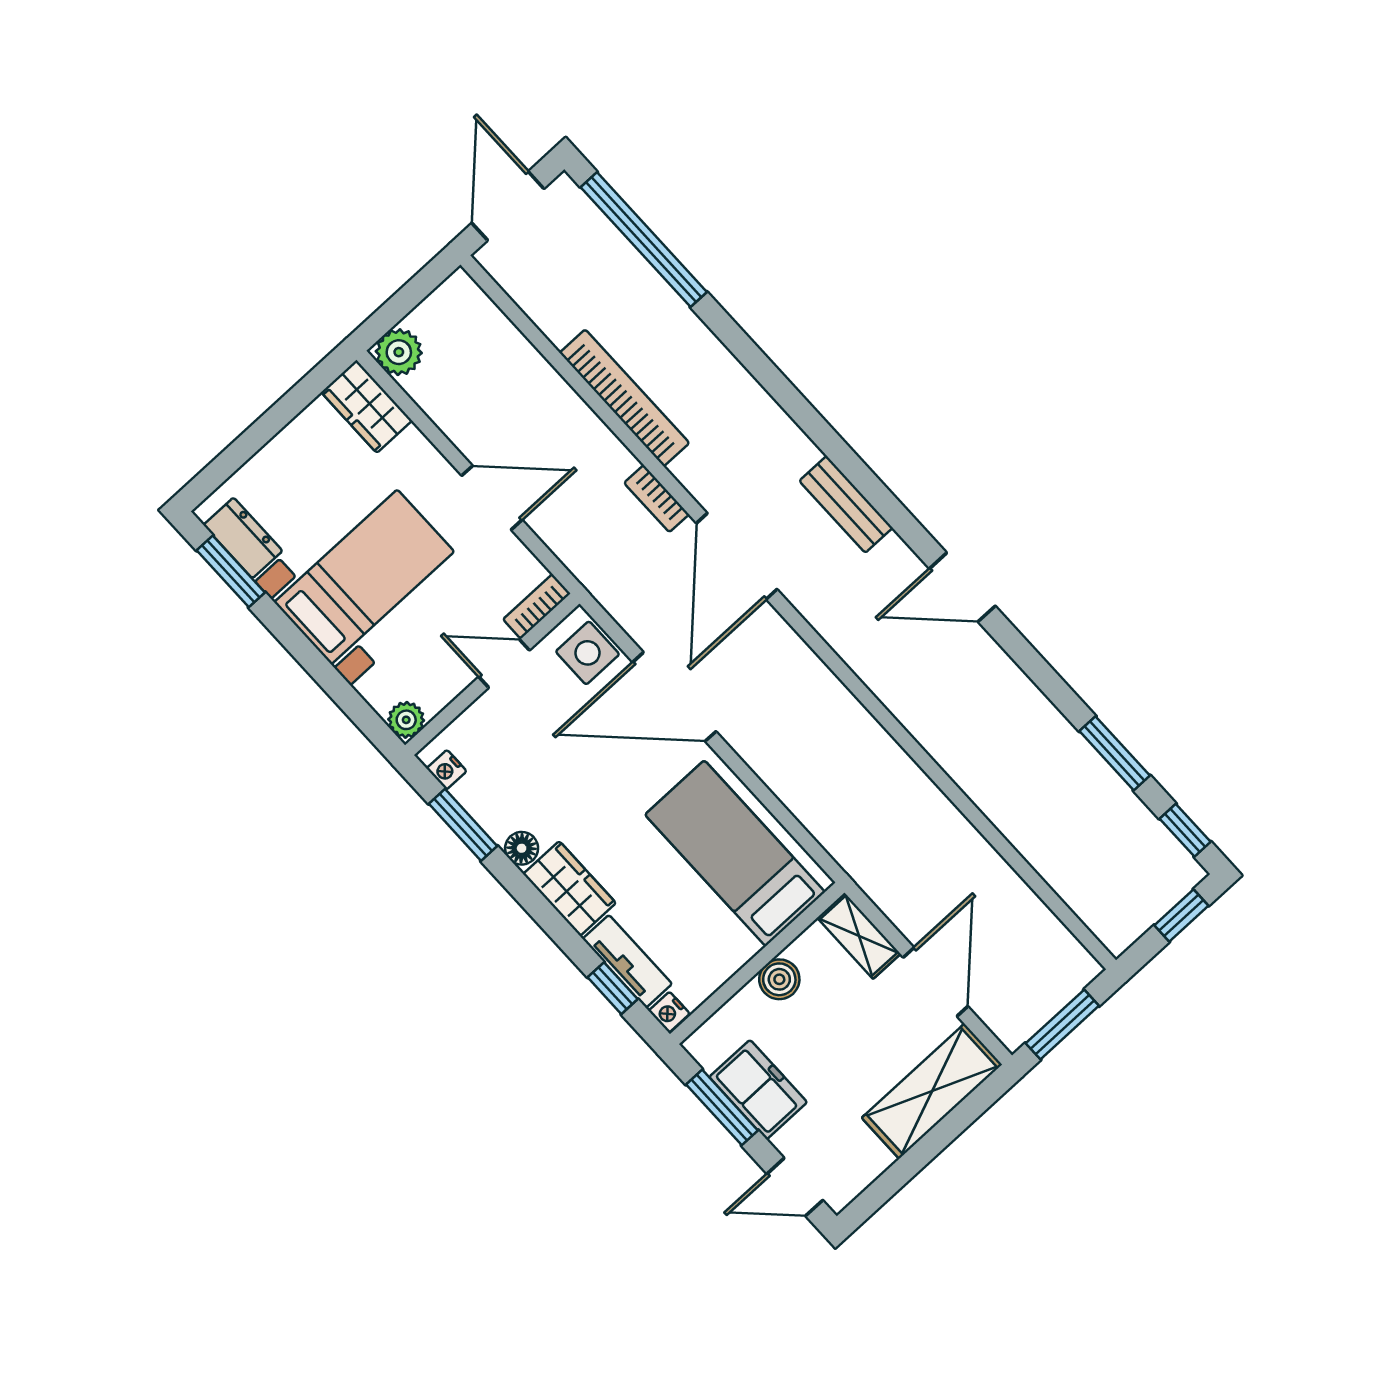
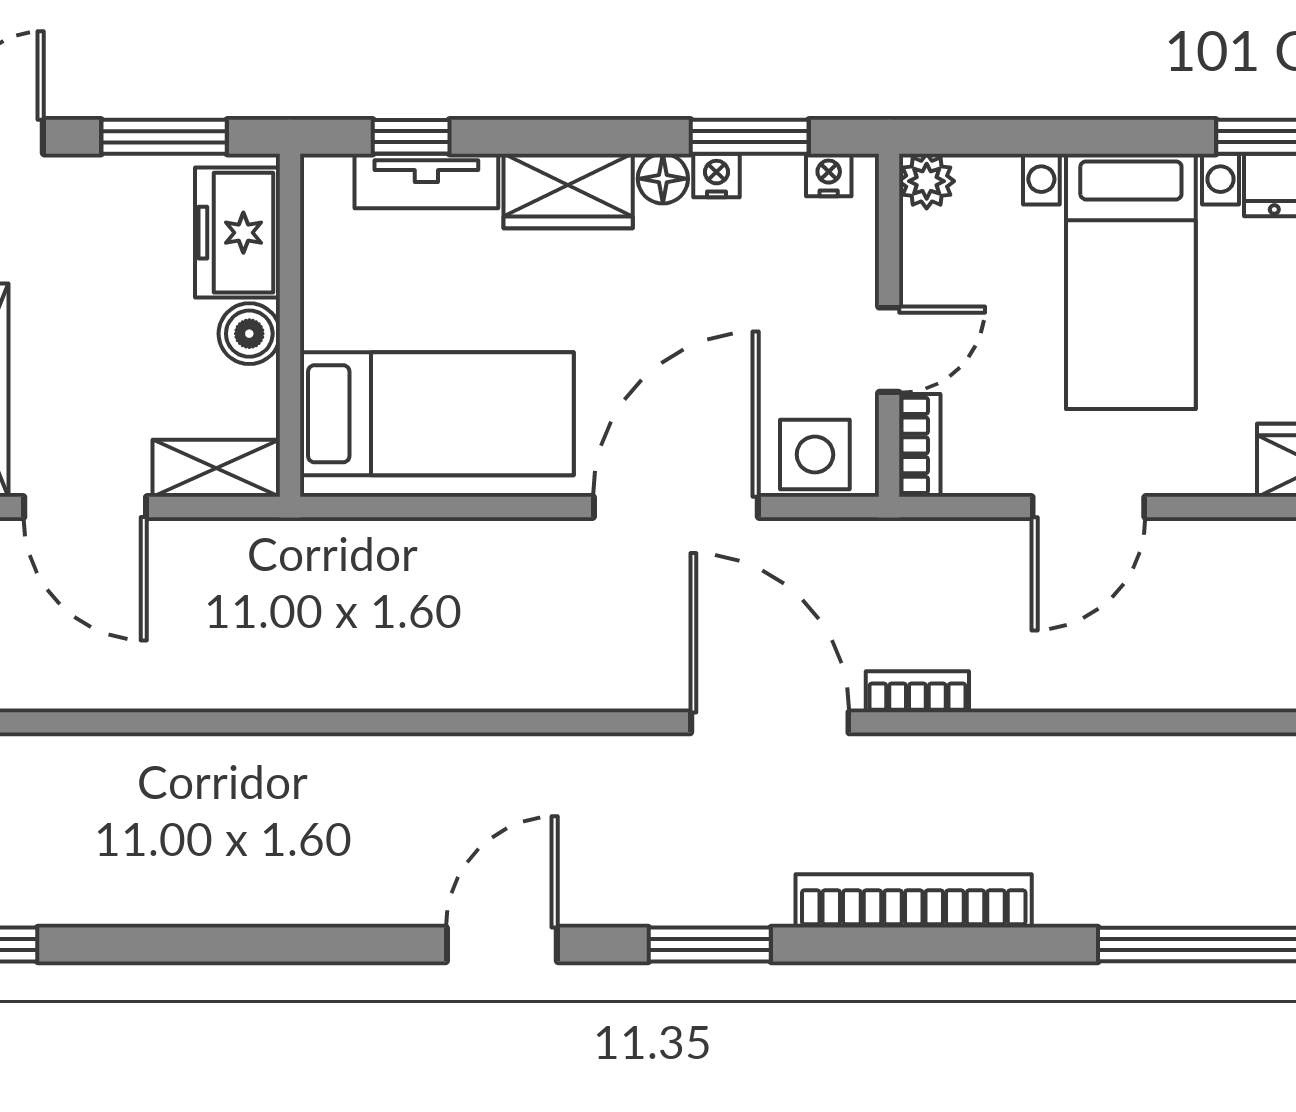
bookcase: (624, 398) -> (914, 901), moved, turned 180
bench: (846, 504) -> (715, 899), removed
window: (1115, 753) -> (710, 944), moved
nightstand: (669, 1012) -> (716, 176), moved
freezer: (758, 1090) -> (238, 233), moved, turned 90

